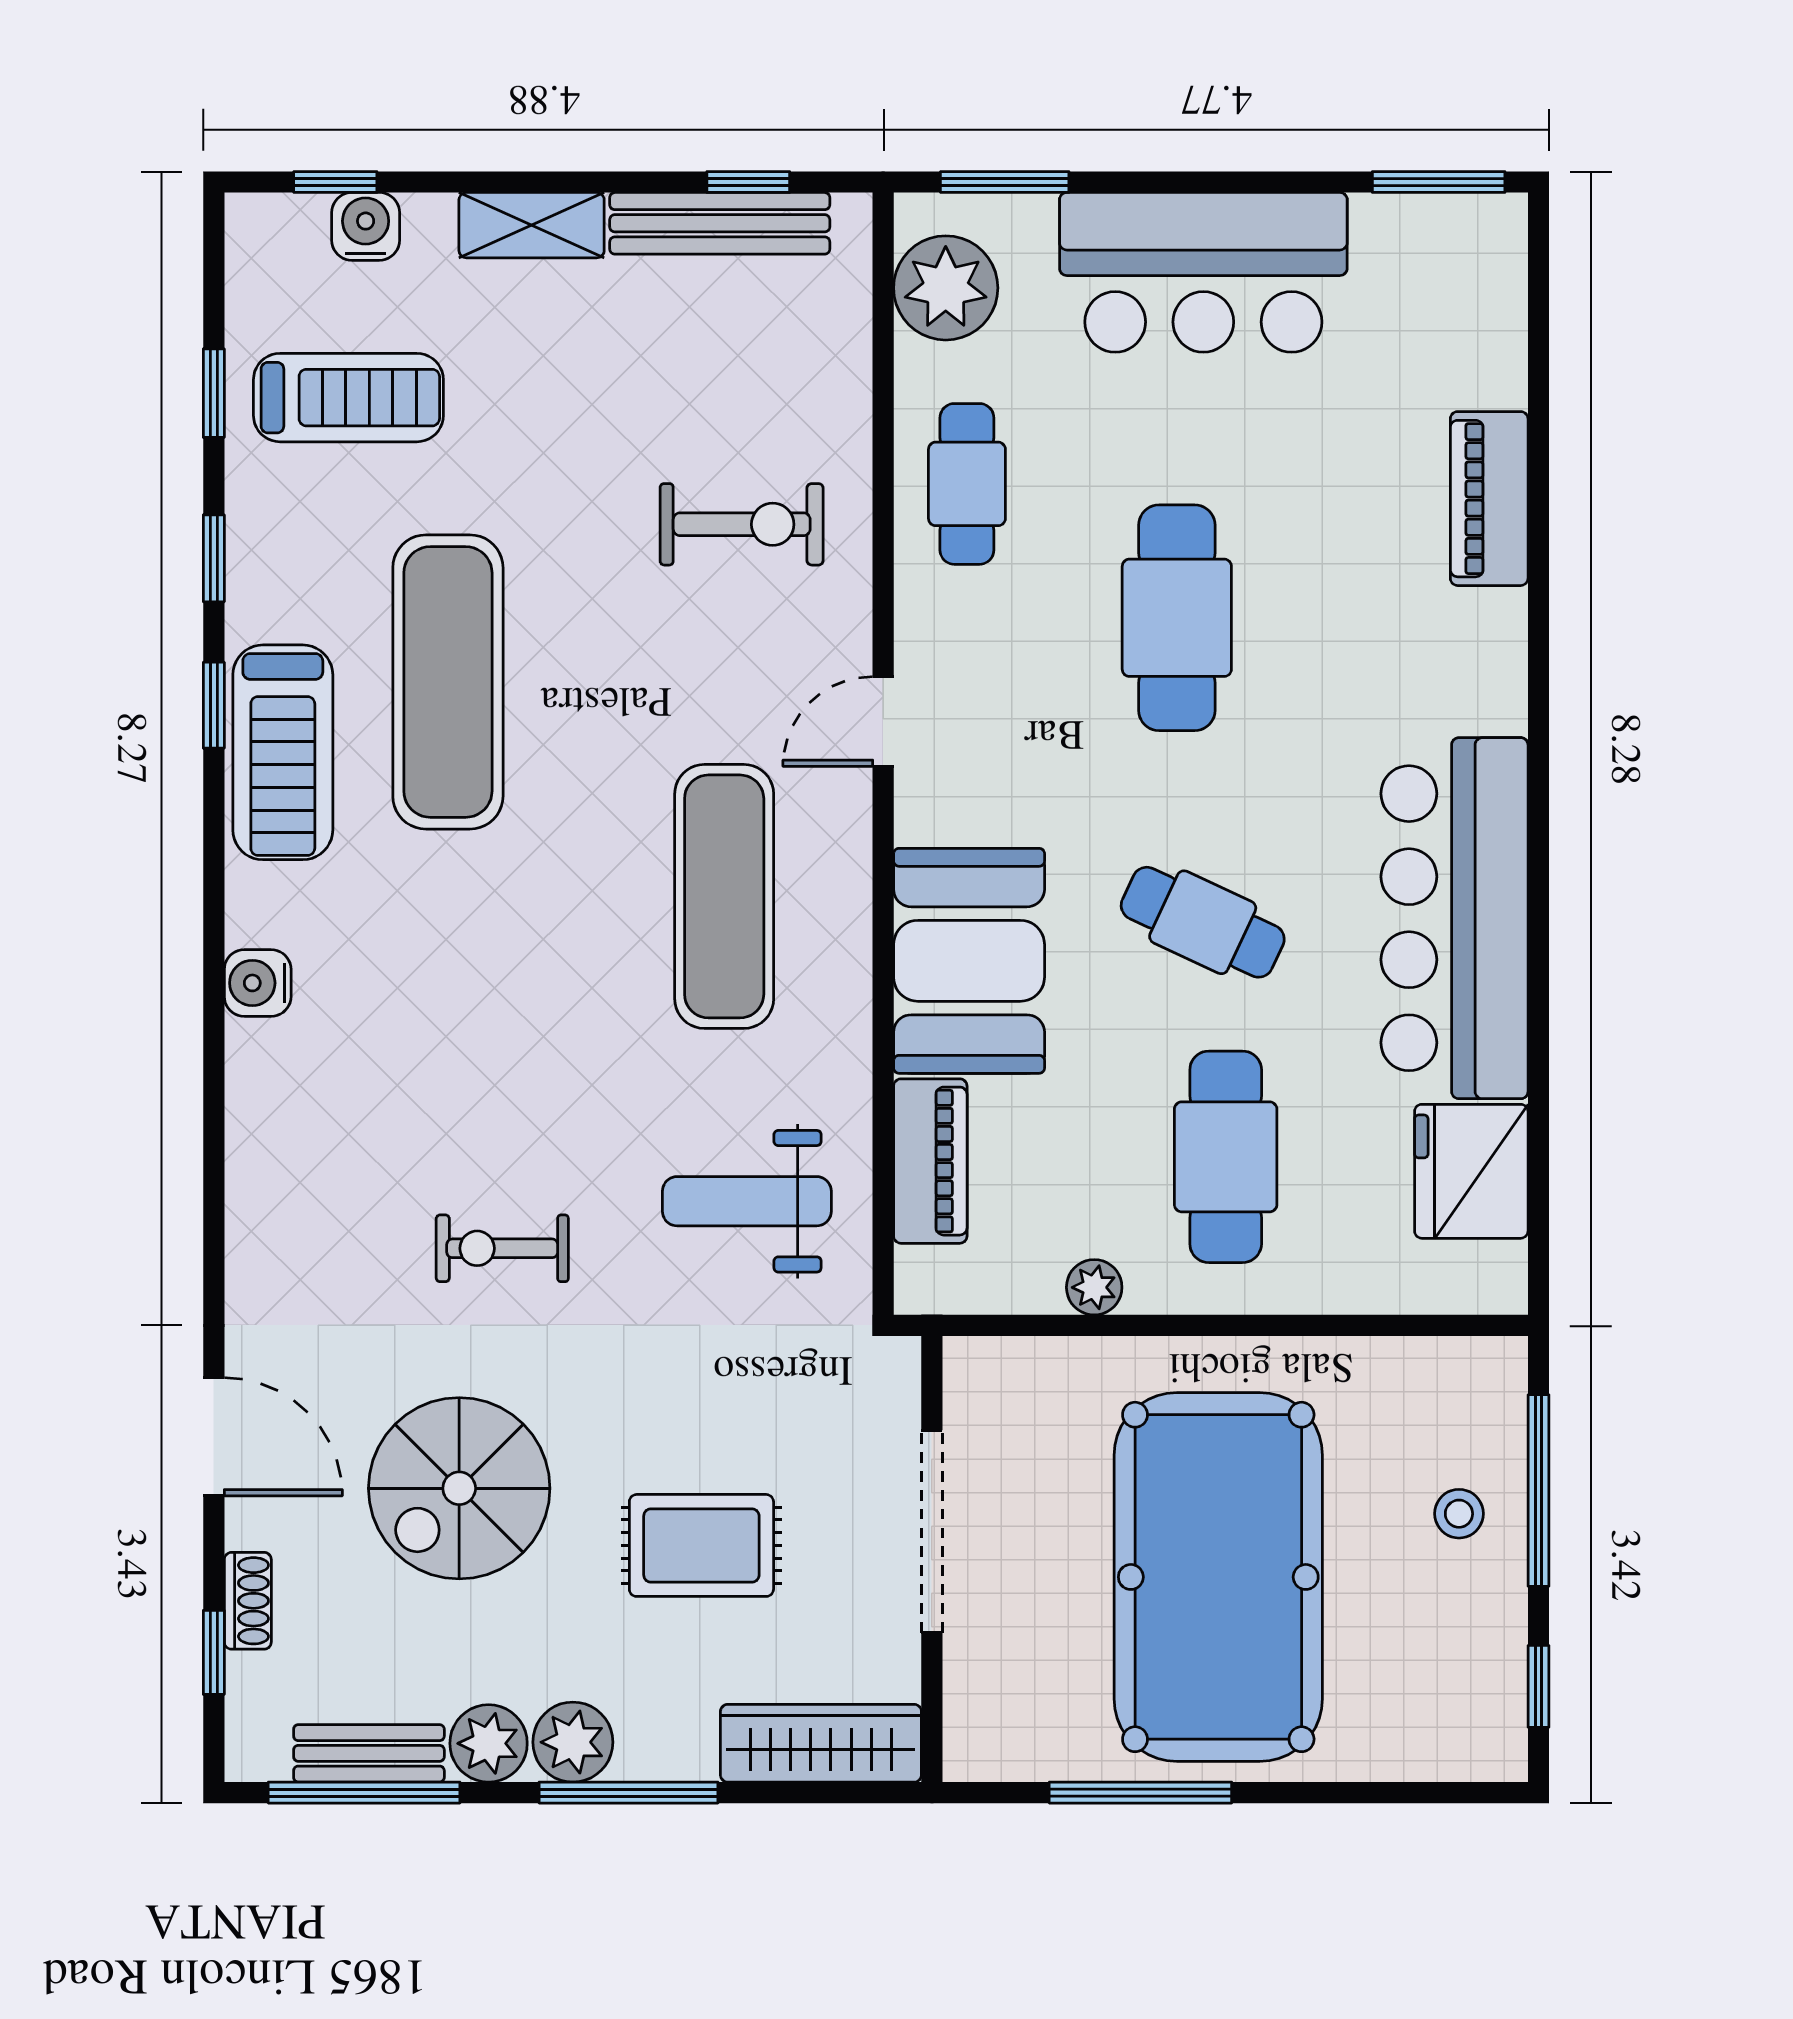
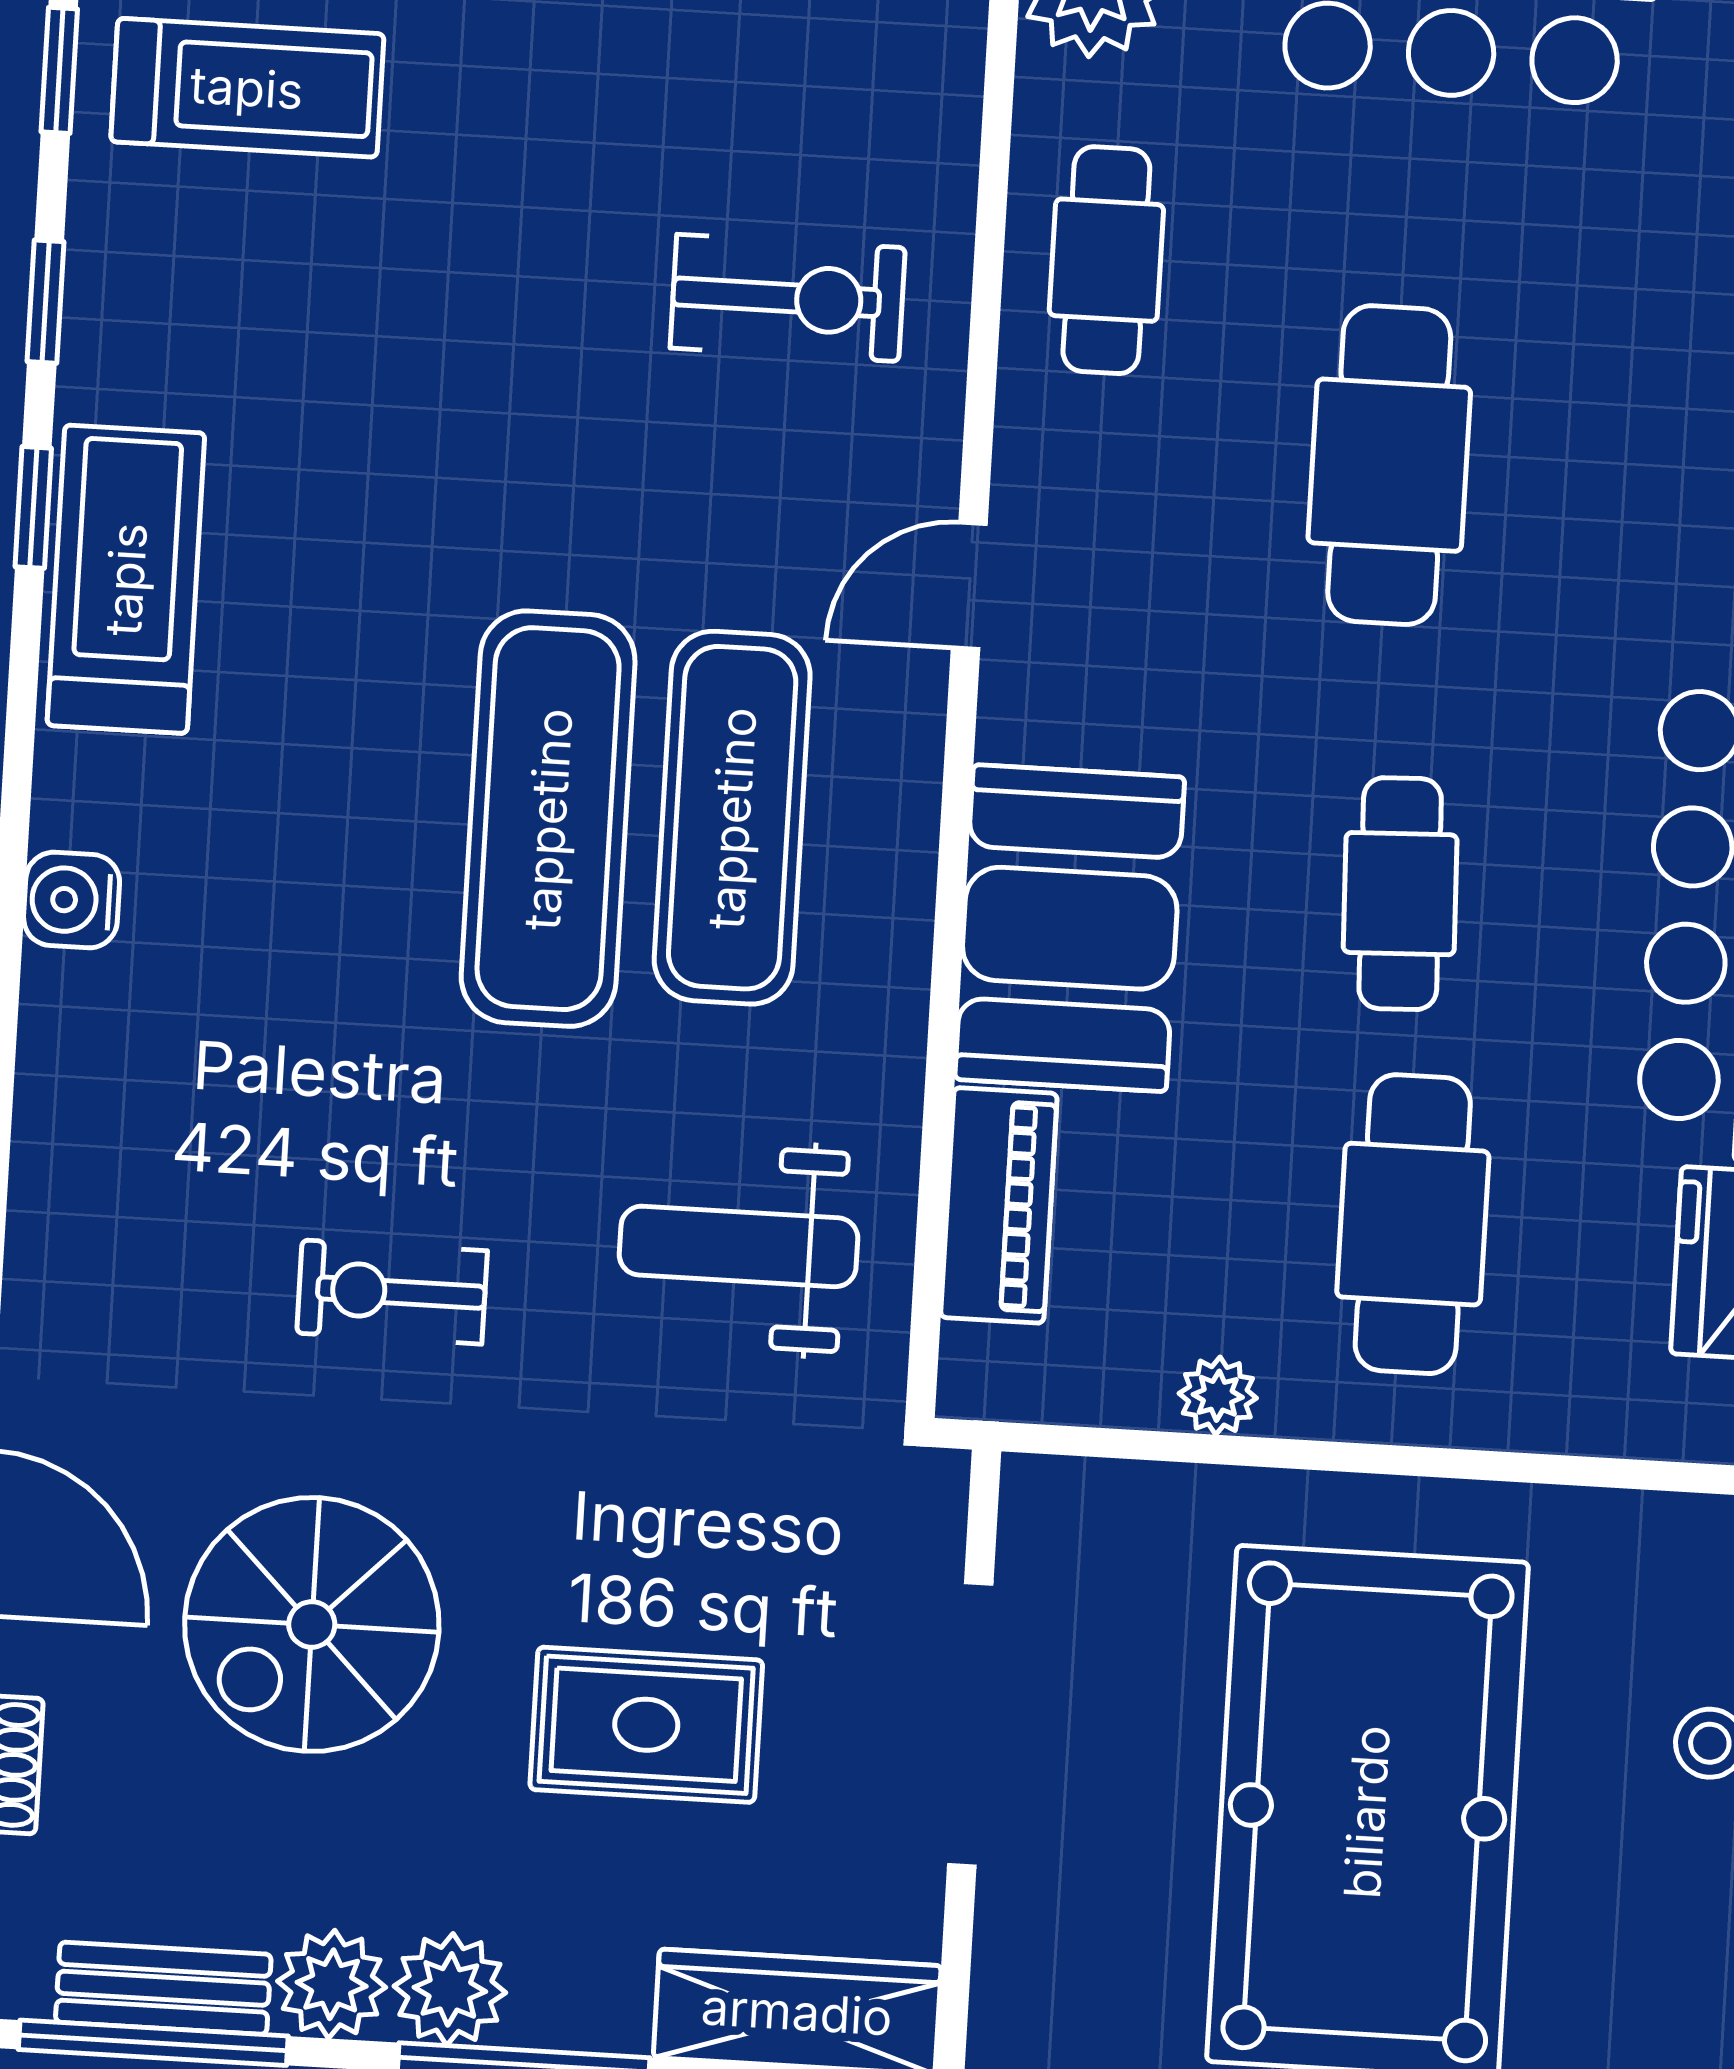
exercise mat: (448, 682) -> (548, 819), moved
treadmill: (283, 752) -> (126, 579), turned 180
cafe table: (1203, 922) -> (1400, 894), turned 63

